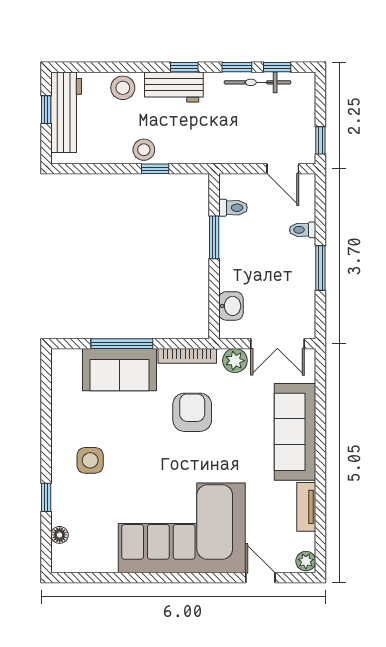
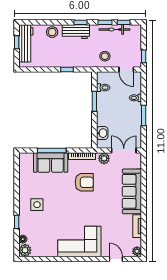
stool: (144, 150) -> (105, 56), moved
double door: (277, 344) -> (124, 151), swing flipped
armchair: (192, 412) -> (84, 182), turned 90
corner sofa: (182, 528) -> (79, 241), width x0.73, depth x0.74
plant: (64, 559) -> (25, 250), added

